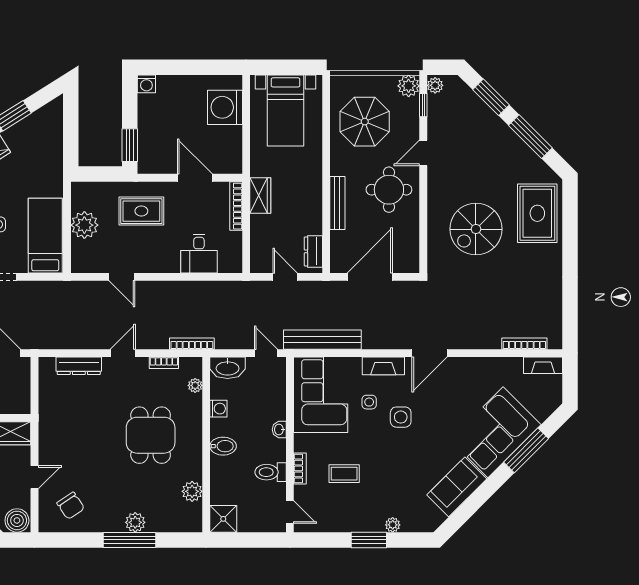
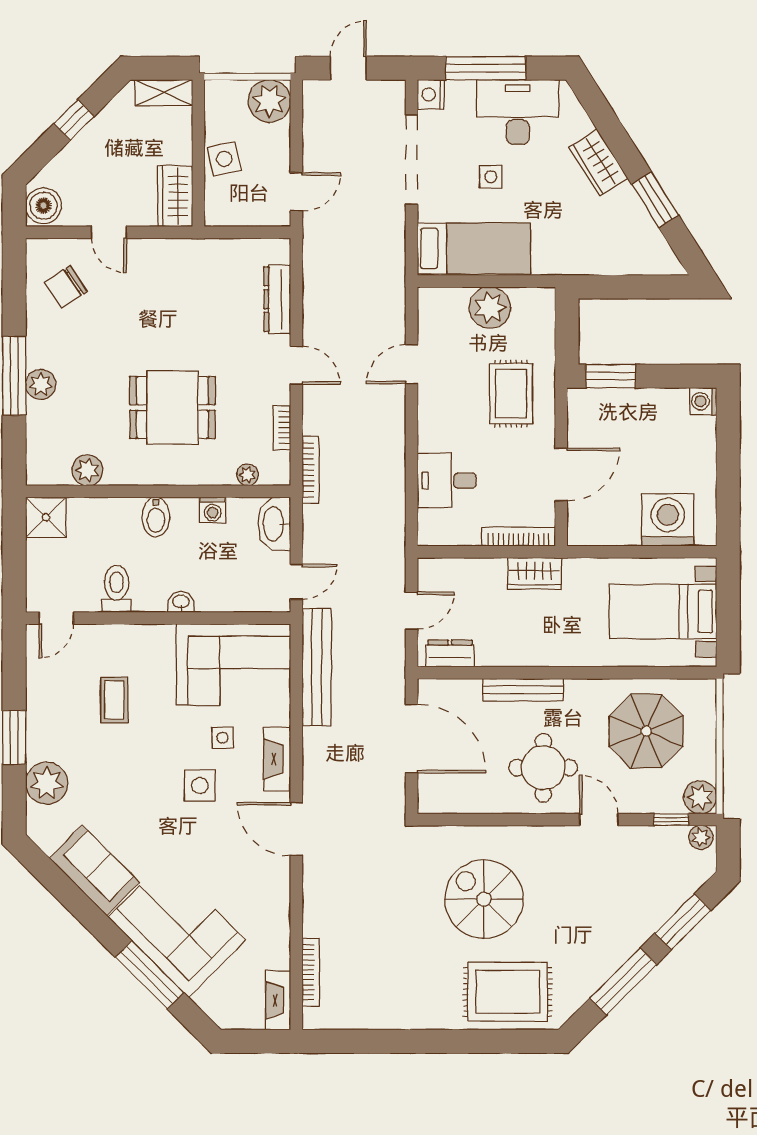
bookcase: (300, 468) -> (122, 633), removed
plant: (393, 525) -> (47, 783), width x1.87, depth x1.87

